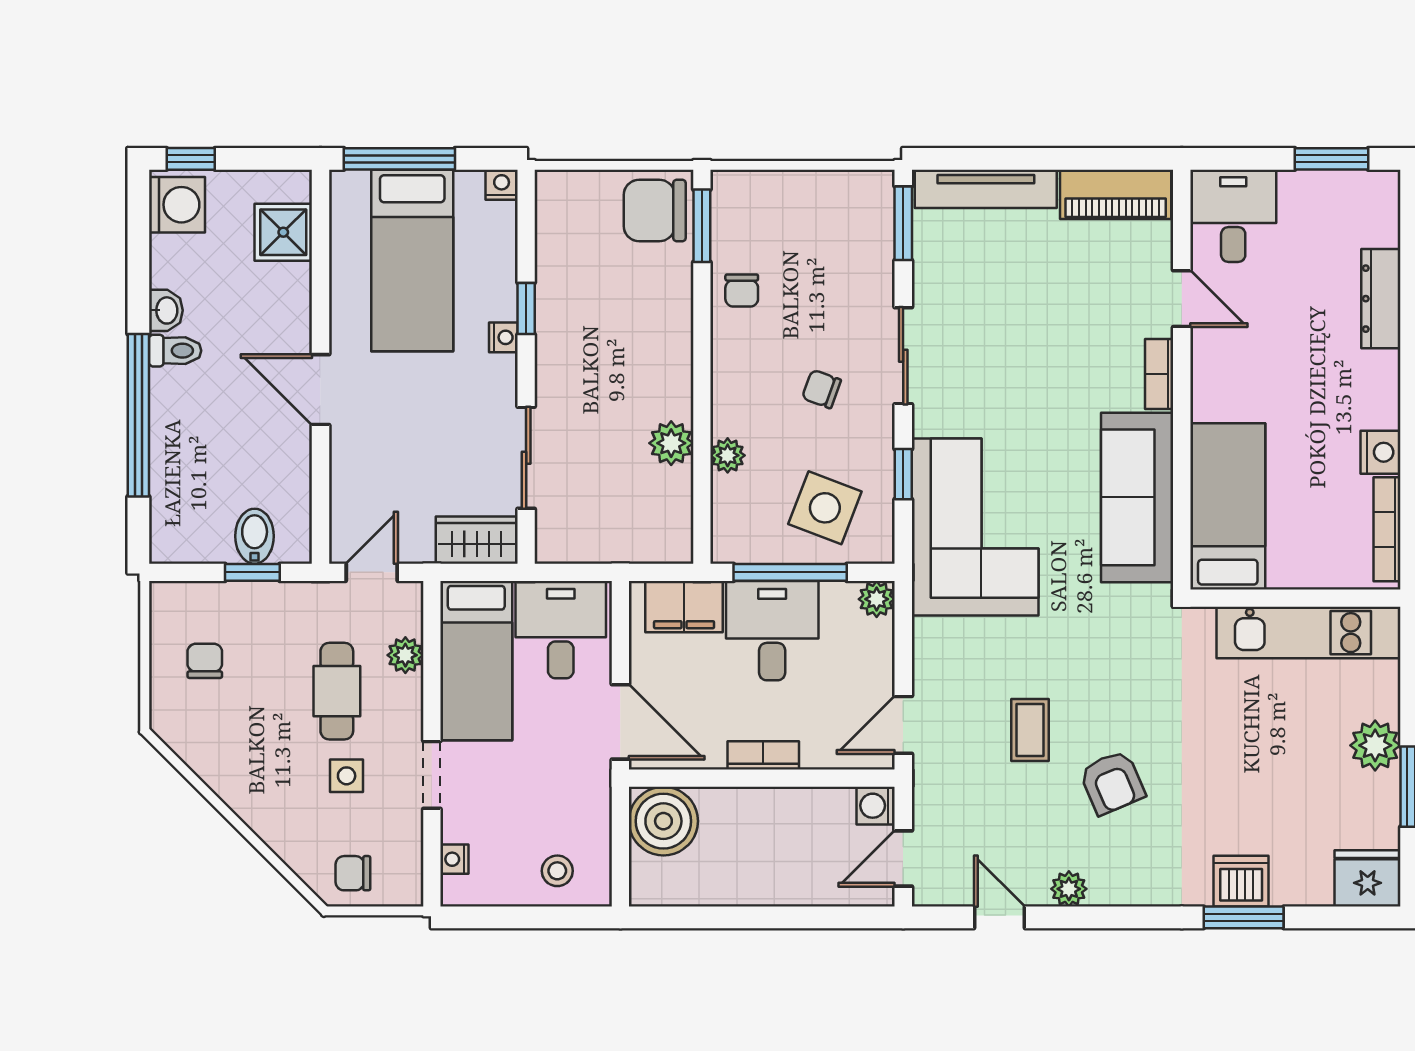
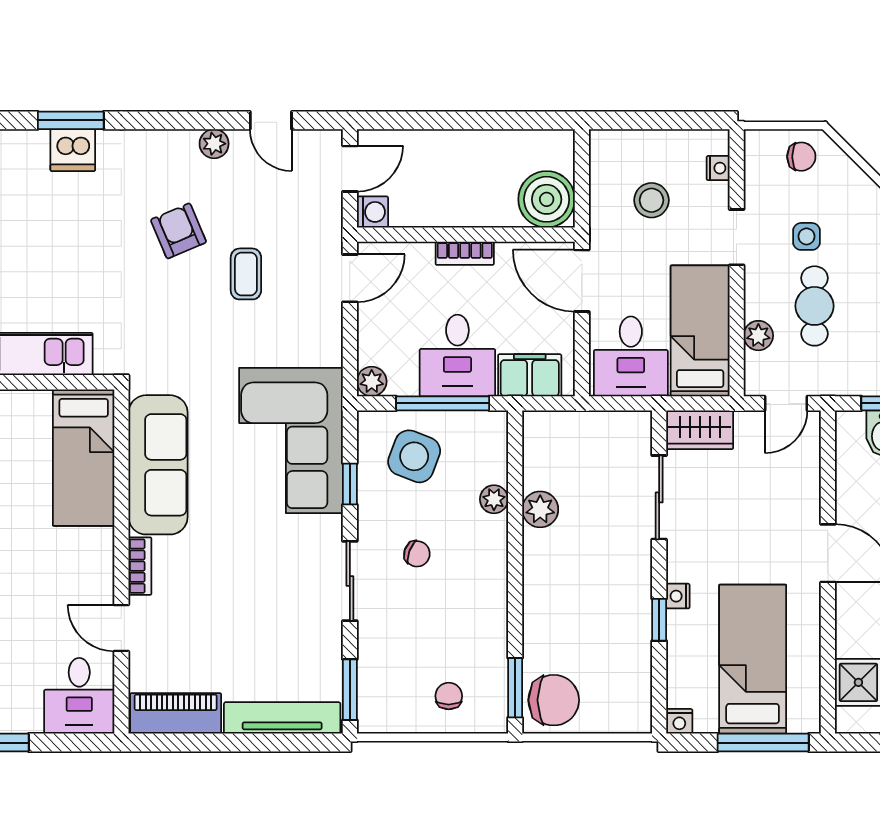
chair: (742, 290) -> (449, 696), moved
stool: (557, 871) -> (651, 200), moved, width x1.37, depth x1.37

